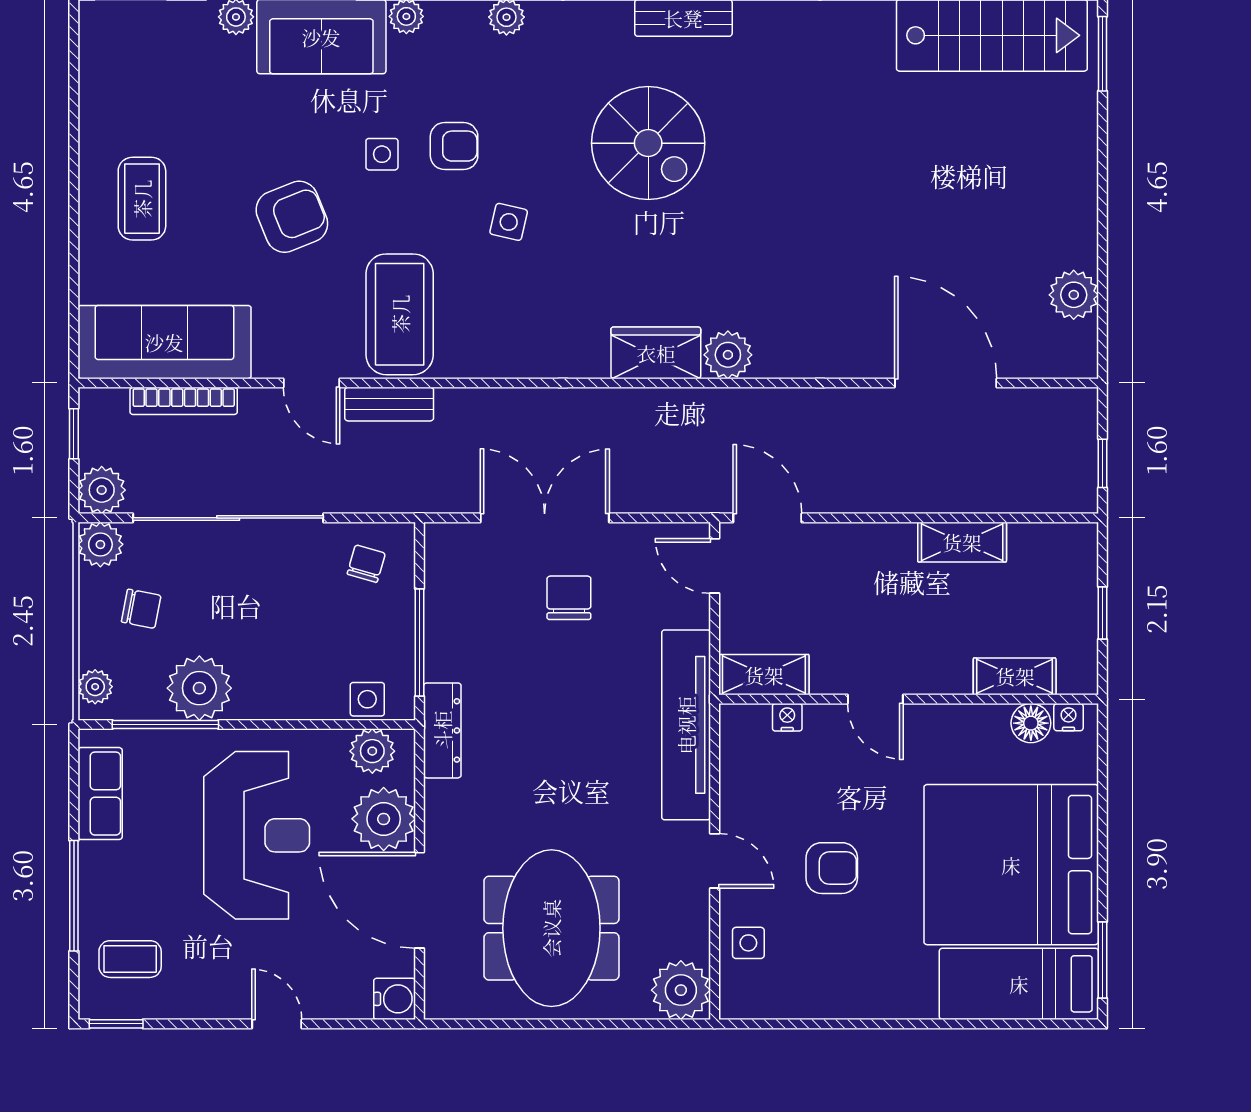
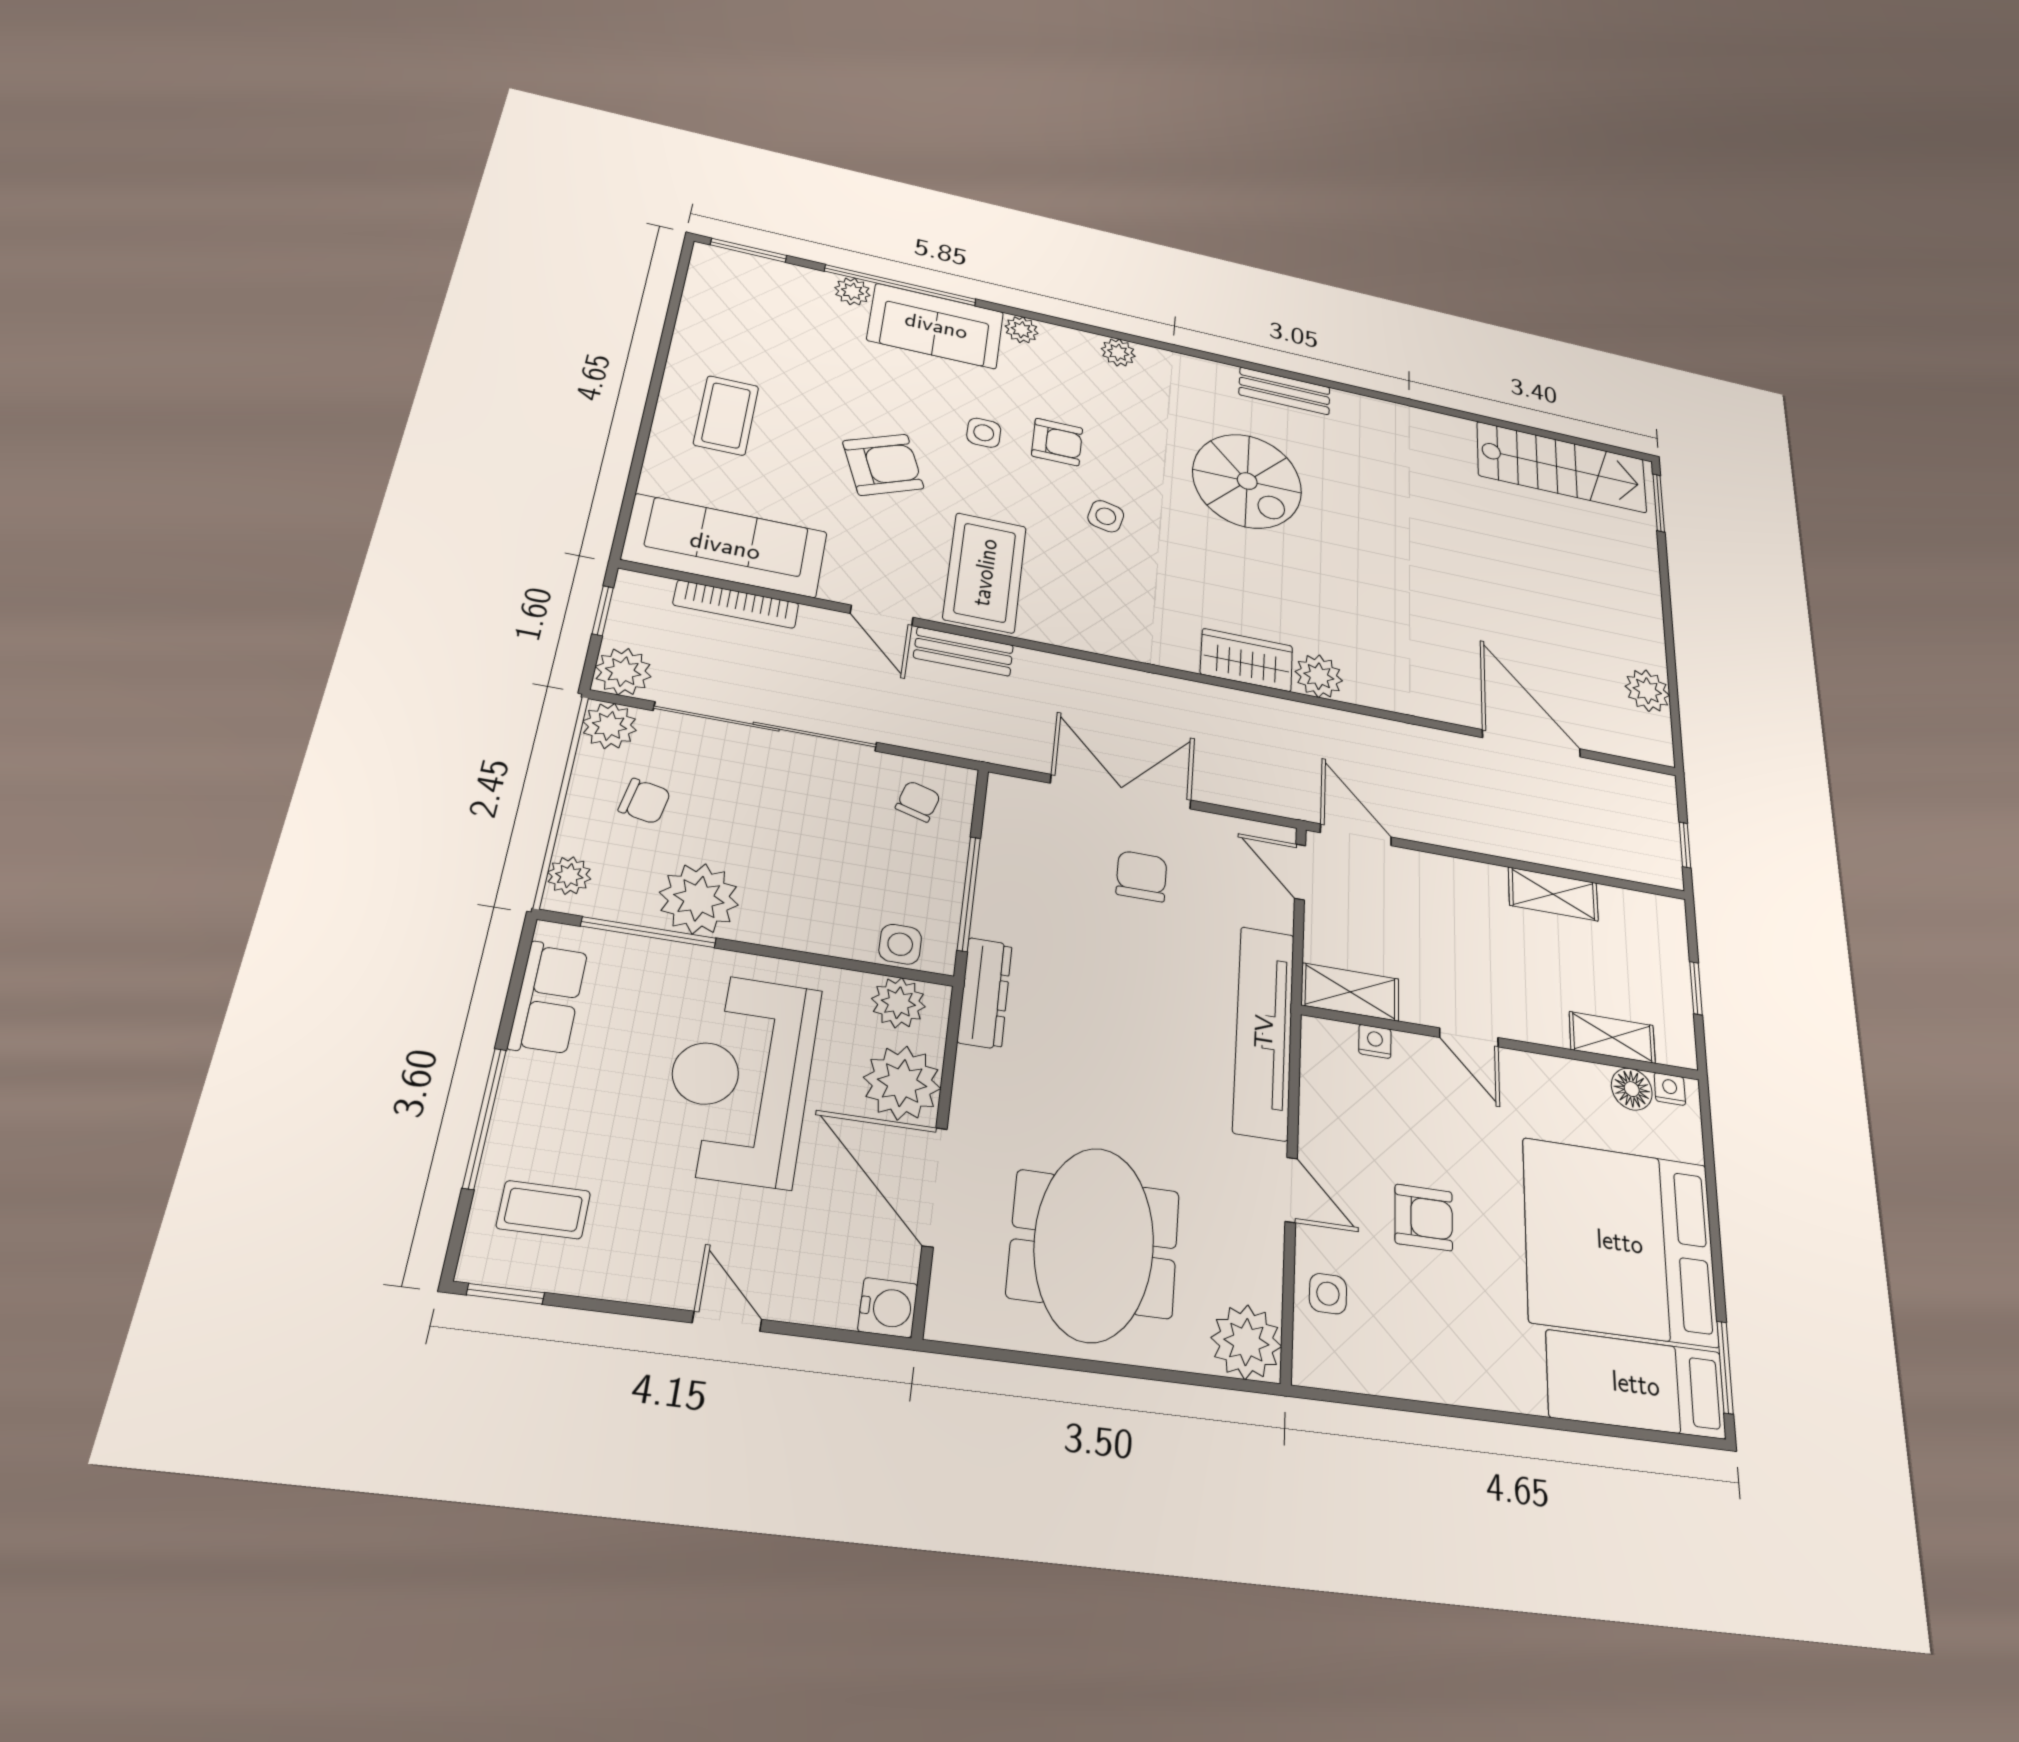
reception desk: (257, 835) -> (740, 1079), turned 180

